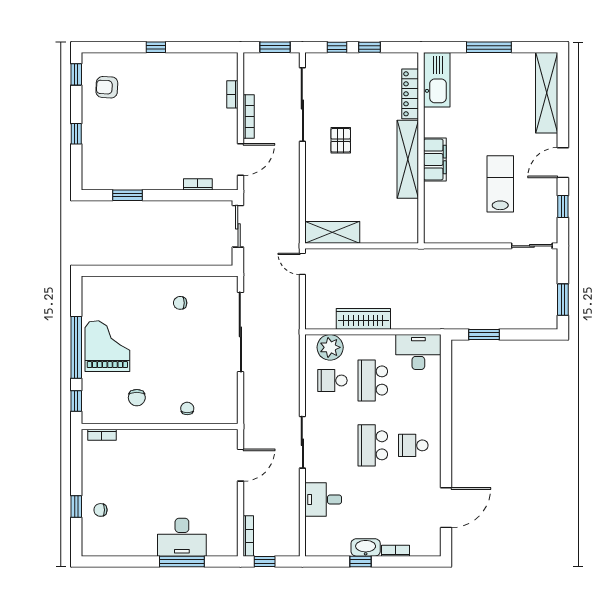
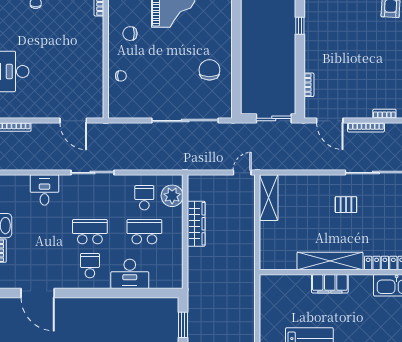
window: (127, 195) -> (300, 26), width x0.67
chair: (180, 303) -> (209, 70), width x1.87, depth x1.87
desk: (418, 352) -> (130, 274), moved, turned 90

